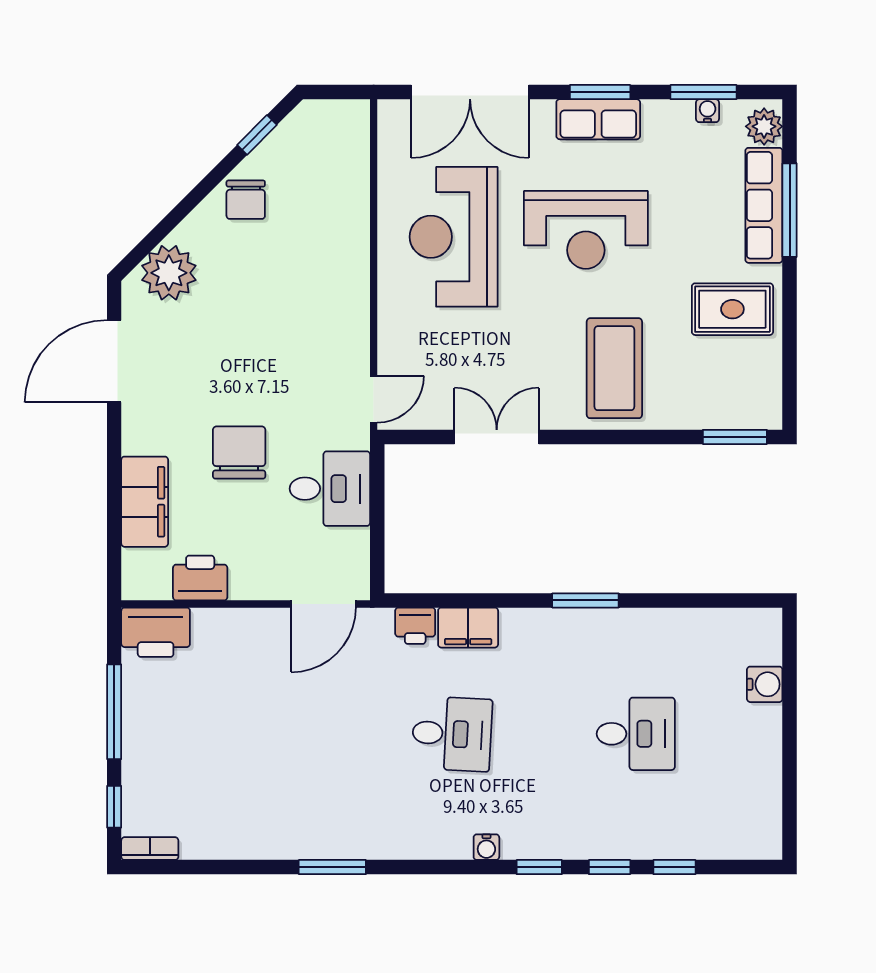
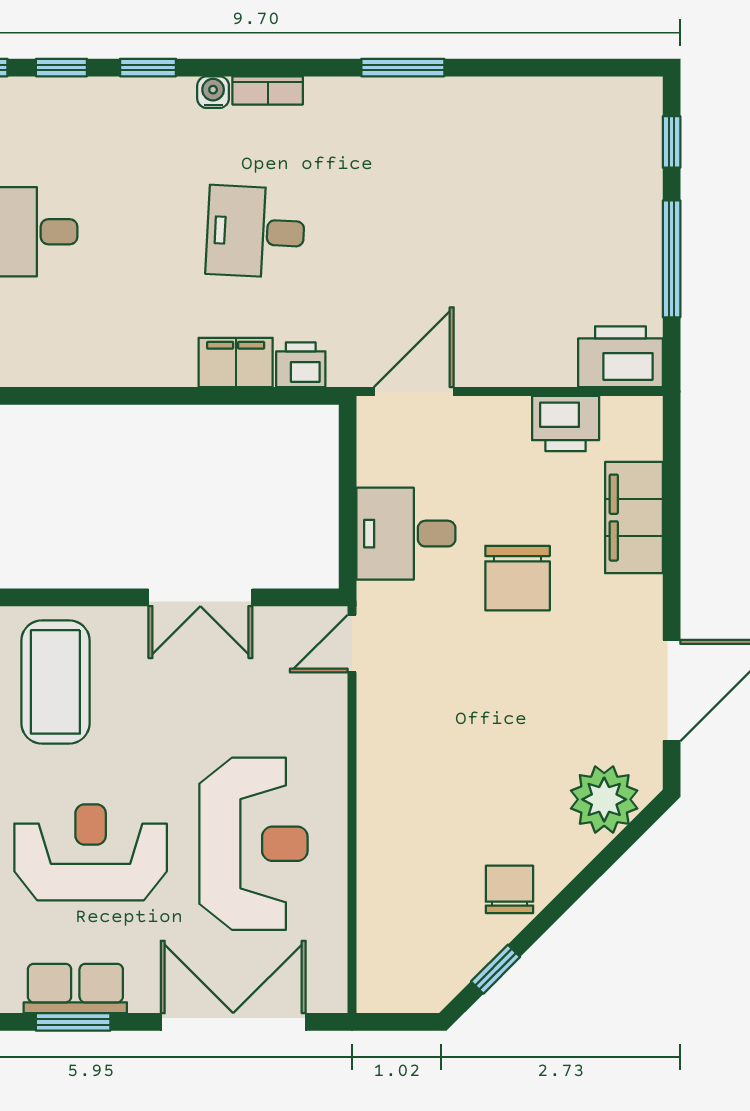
window: (585, 600) -> (91, 396), removed
bookcase: (150, 849) -> (268, 90), moved

